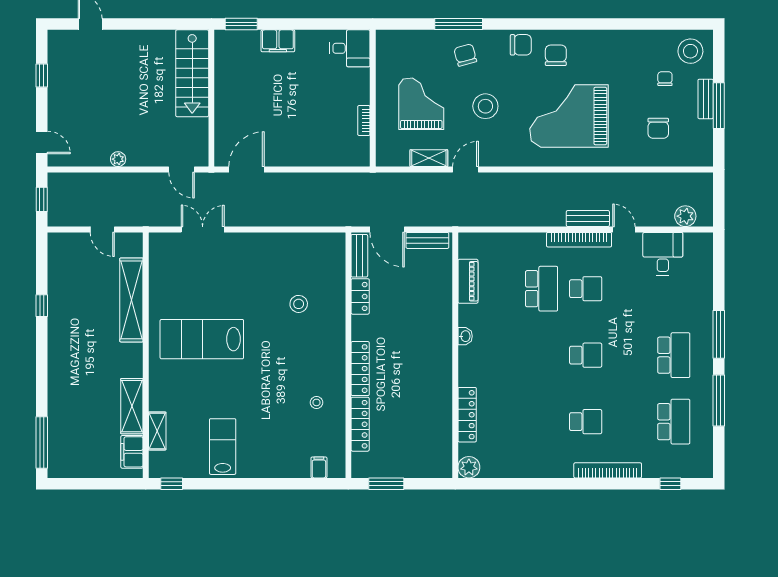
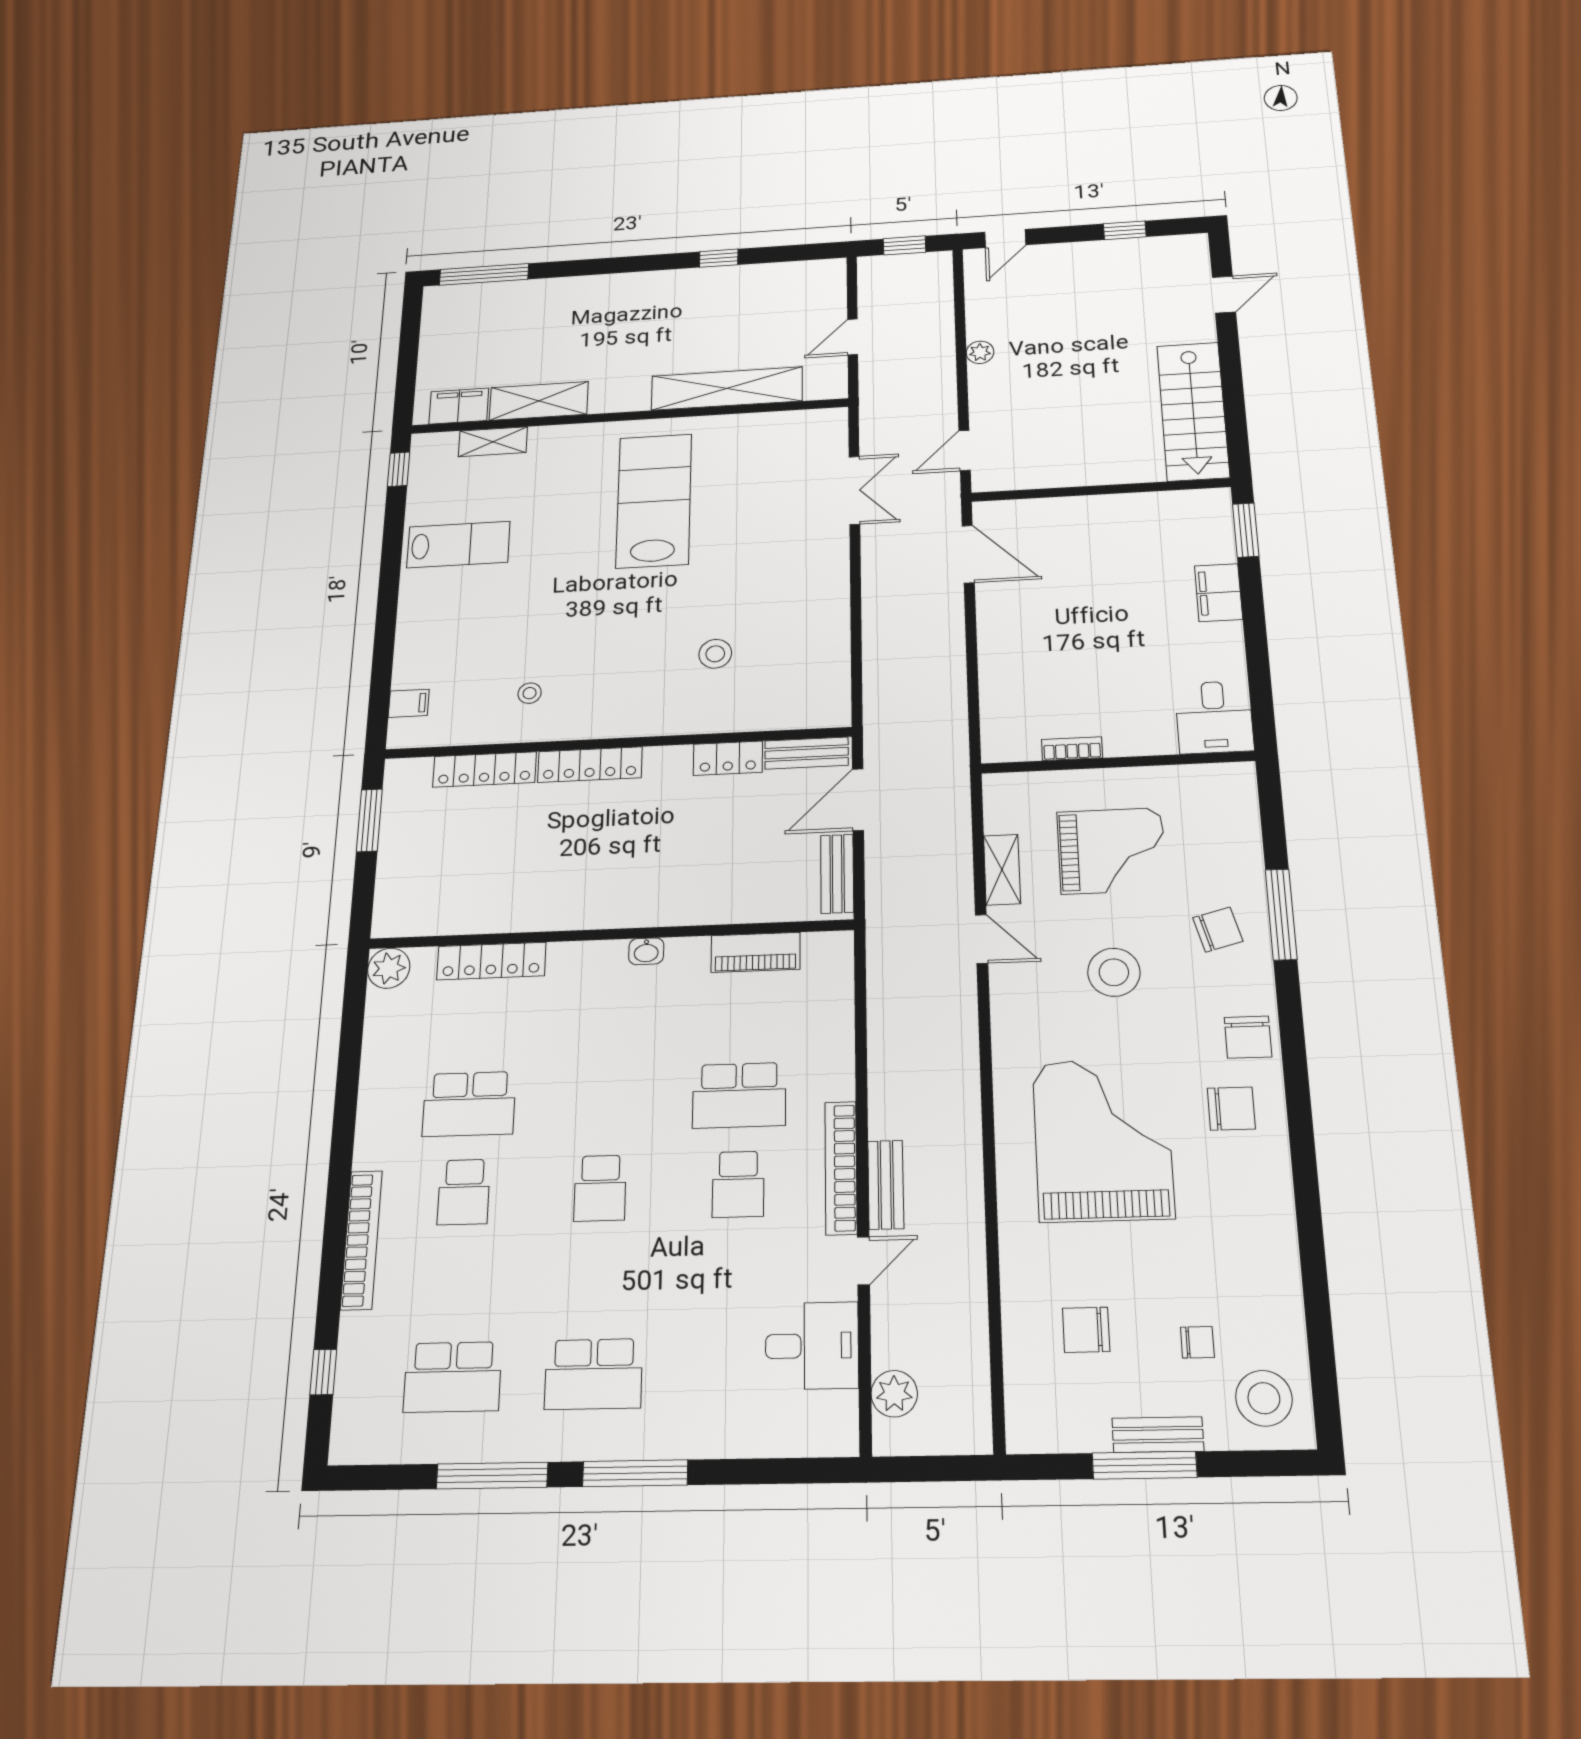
stairs: (192, 73) -> (1193, 411), moved, turned -90
school desk: (542, 422) -> (469, 1104), added

